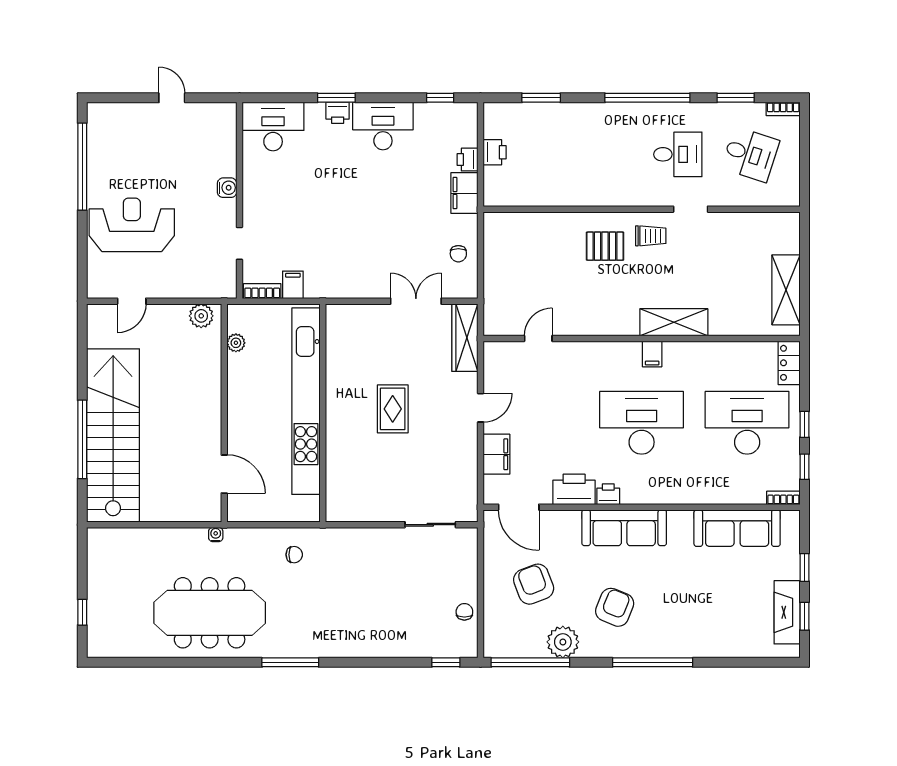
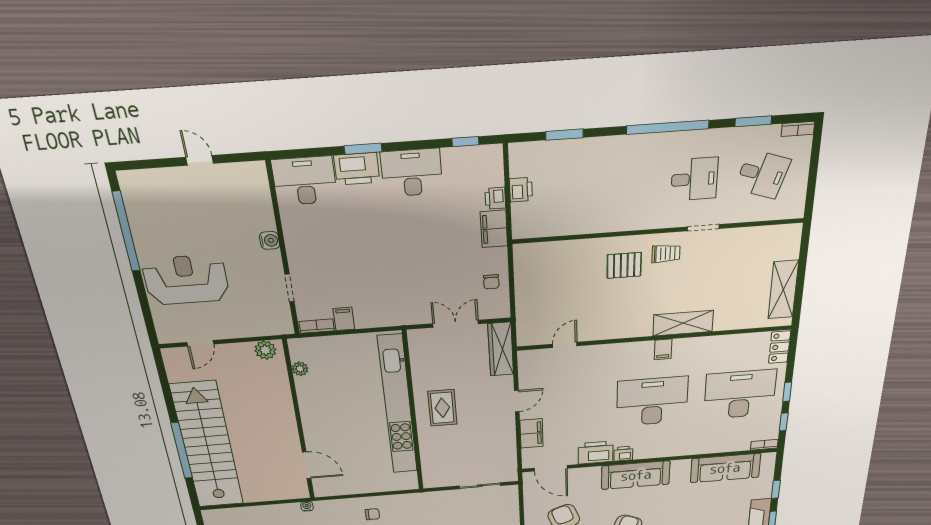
printer: (338, 113) -> (357, 169), width x1.87, depth x1.48
kitchen unit: (306, 401) -> (398, 406), moved
wall: (323, 413) -> (413, 413), moved

